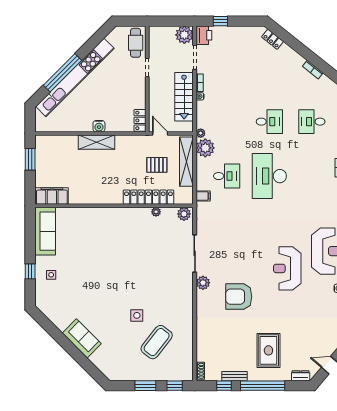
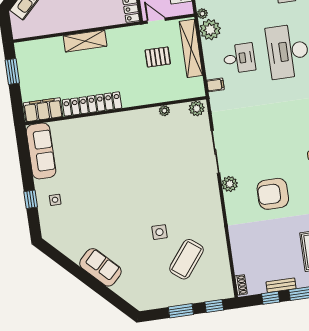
water cooler: (99, 126) -> (85, 22), removed
locker: (148, 197) -> (92, 104), moved

